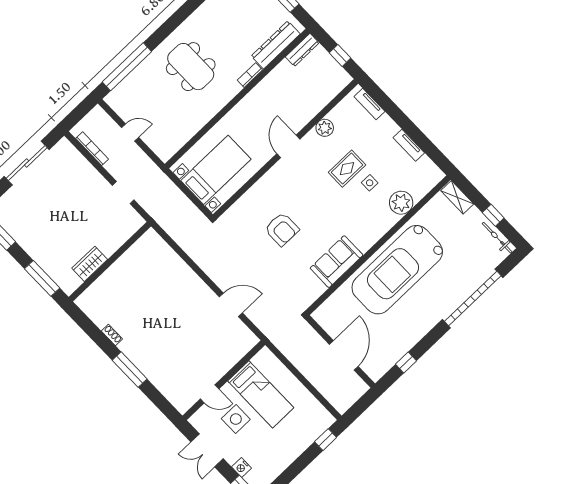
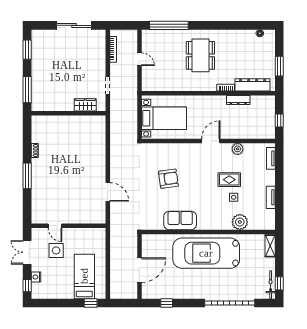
dresser: (302, 50) -> (238, 100), moved
window: (493, 215) -> (279, 283), moved
armchair: (282, 229) -> (168, 179), turned -98
wardrobe: (90, 264) -> (85, 105), moved
bed: (261, 394) -> (84, 276), moved, turned 180

